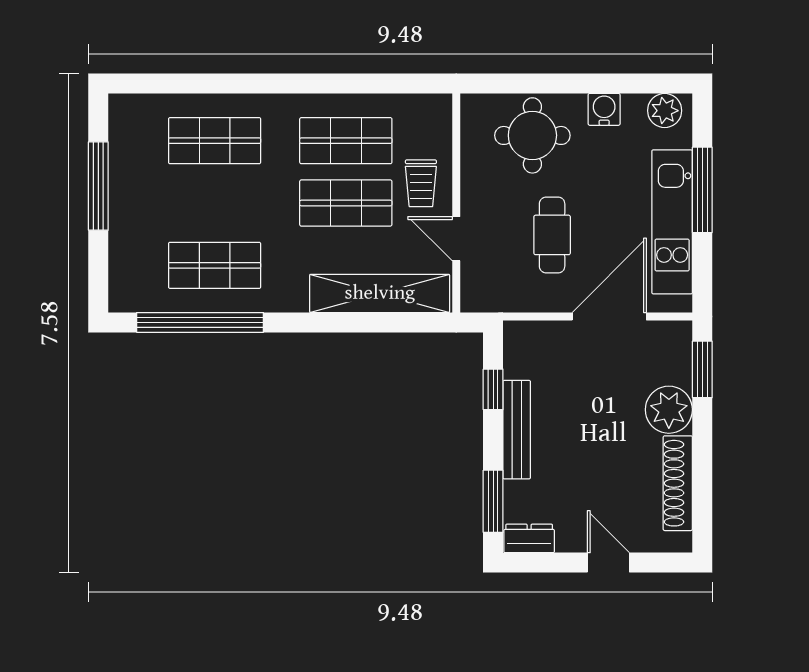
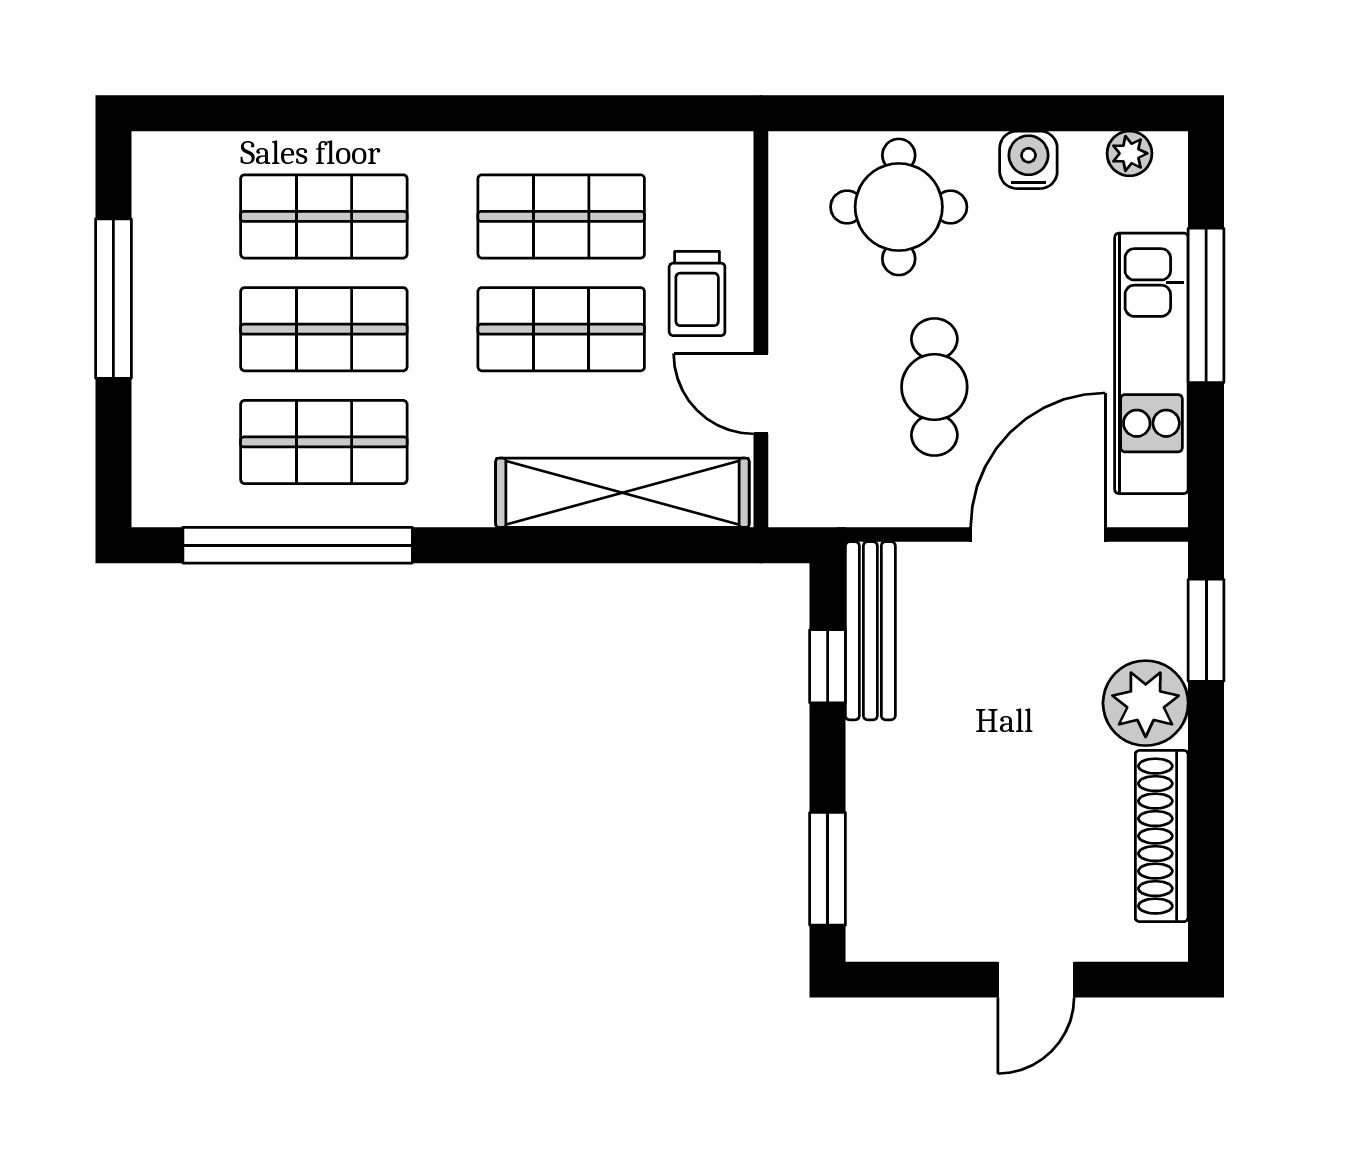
plant: (665, 111) -> (1129, 153), width x0.73, depth x0.73
shop shelf: (215, 203) -> (324, 329), added
bench: (517, 430) -> (870, 631), moved
dresser: (529, 538) -> (893, 936), removed
door: (608, 563) -> (1036, 980), swing flipped

